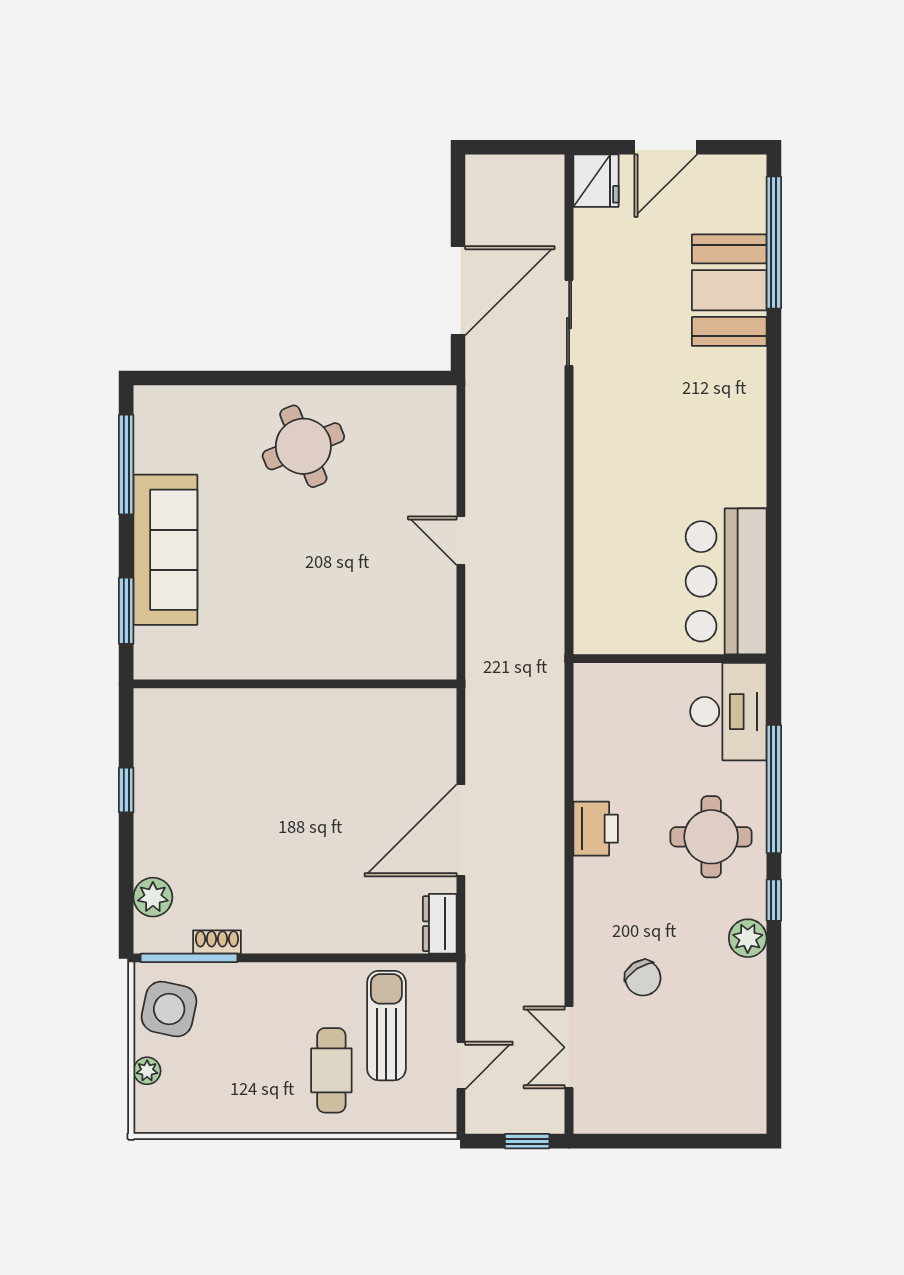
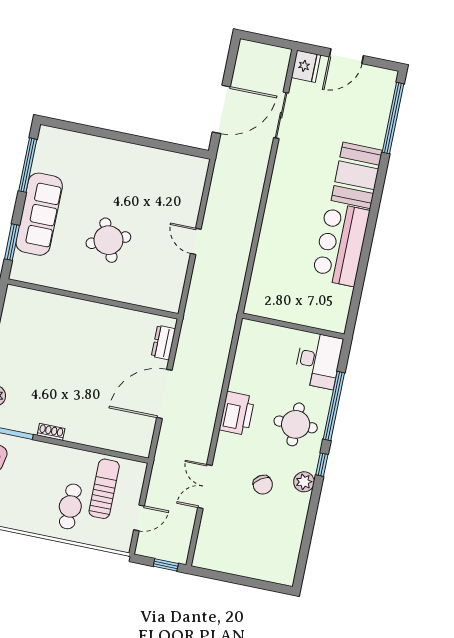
booth: (729, 290) -> (357, 175), moved
sliding door: (569, 323) -> (281, 115), moved
round table: (303, 446) -> (108, 240), moved
bar counter: (726, 581) -> (341, 244), moved
printer: (596, 829) -> (237, 413), width x1.37, depth x1.19
dresser: (440, 924) -> (163, 342), moved
shoe rack: (217, 942) -> (51, 432), moved
chair: (643, 978) -> (263, 485), moved
double door: (569, 1047) -> (205, 487), moved

